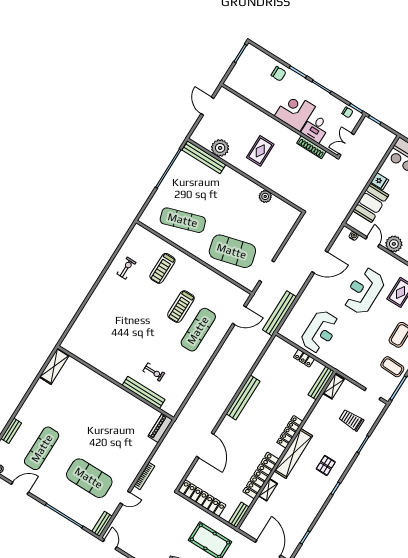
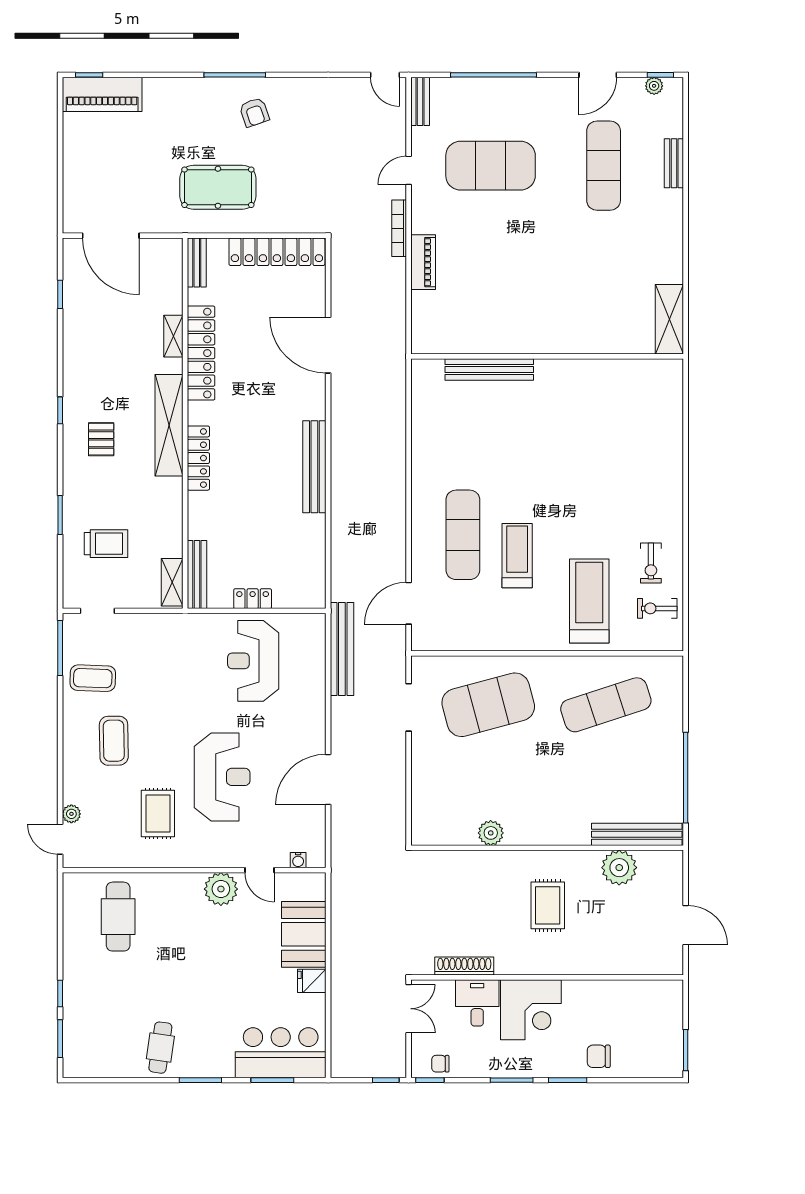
treadmill: (162, 268) -> (589, 601), width x1.37, depth x1.37
exercise bike: (154, 372) -> (657, 608), moved
piano: (160, 428) -> (423, 262), moved

